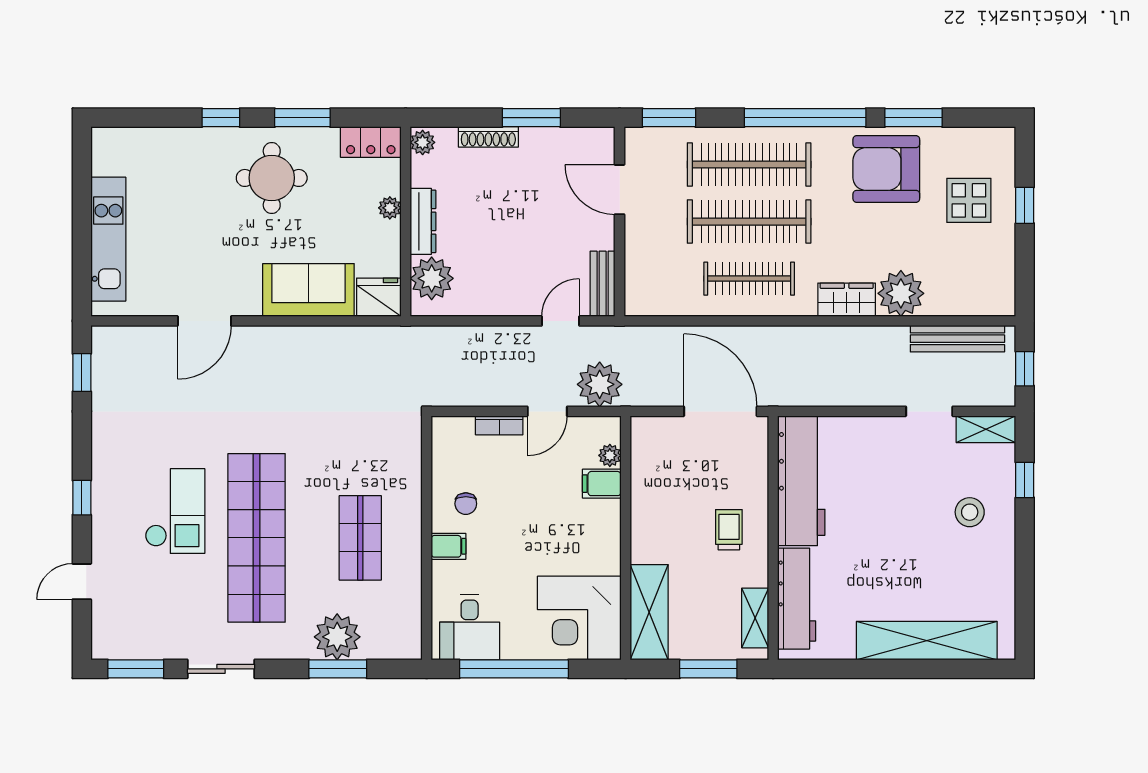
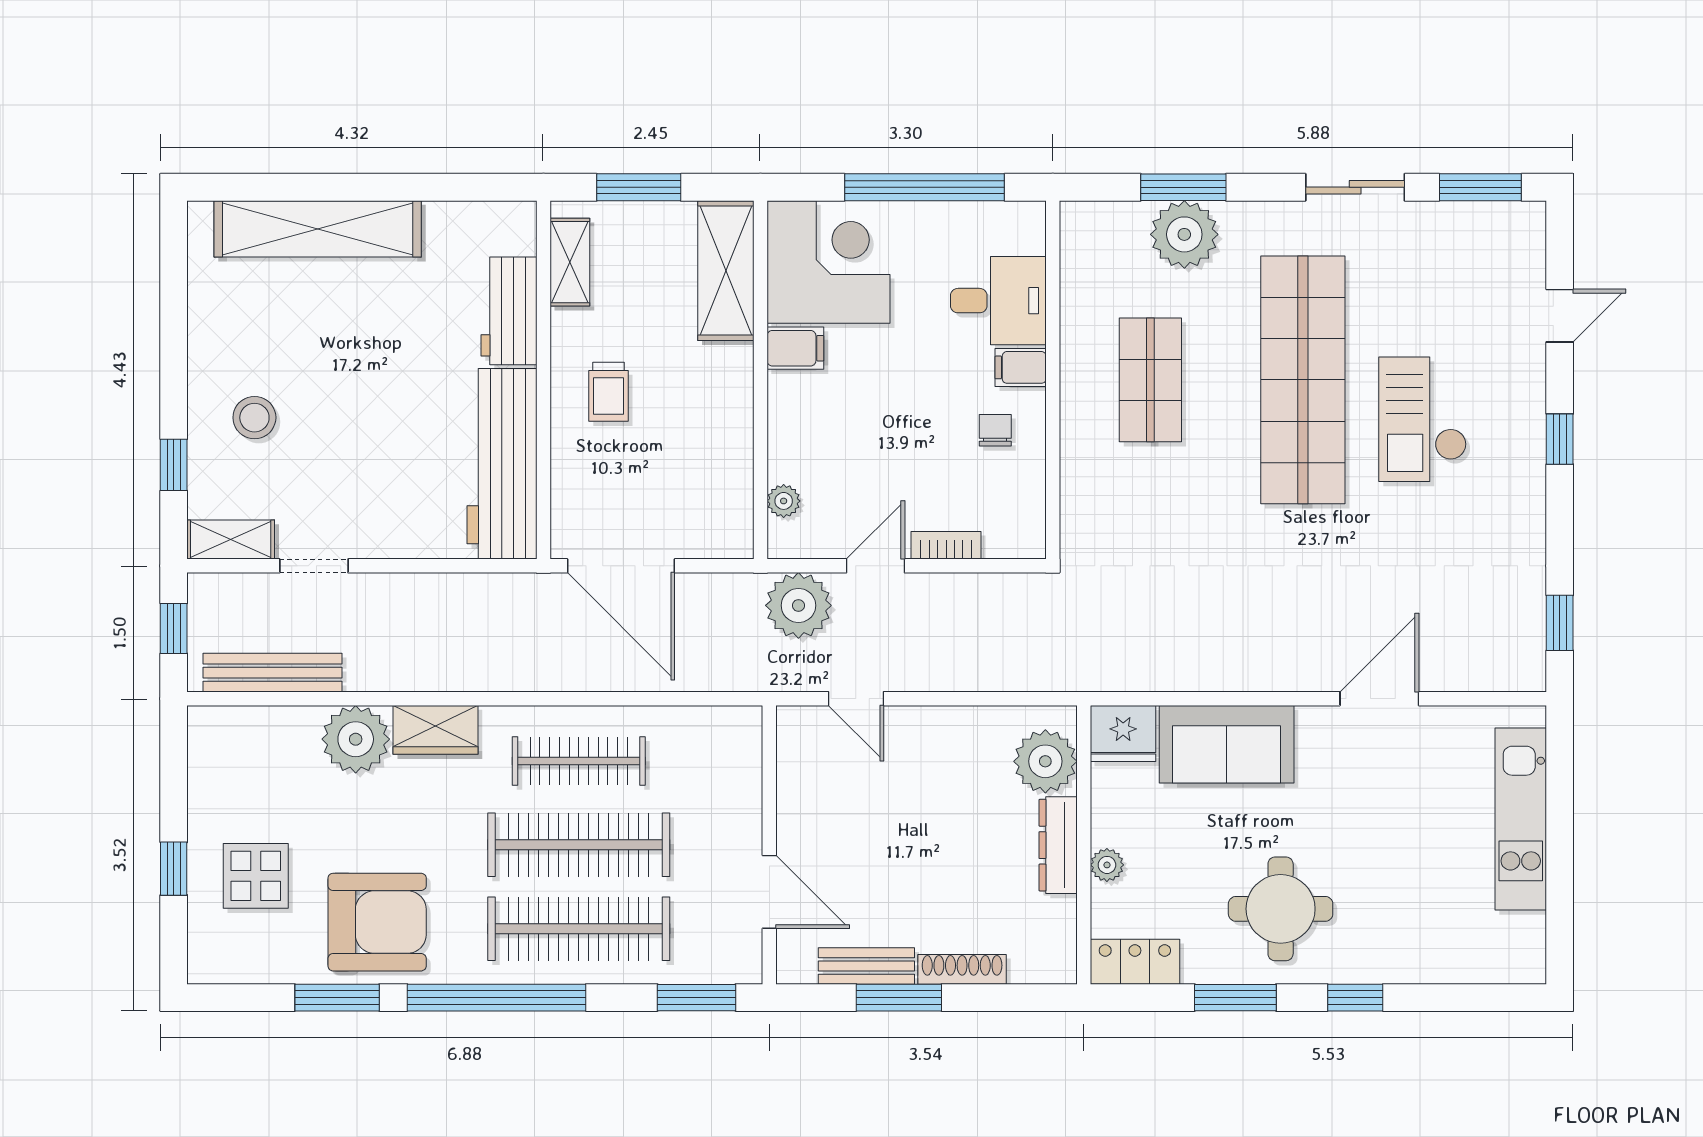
plant: (423, 142) -> (1059, 961), removed
bench: (603, 284) -> (866, 966), moved, turned 90
door: (561, 321) -> (856, 699), hinge flipped
filing cabinet: (602, 484) -> (795, 348), moved
workbench: (797, 599) -> (509, 311), width x0.73
desk: (470, 627) -> (998, 301), moved, turned 90

